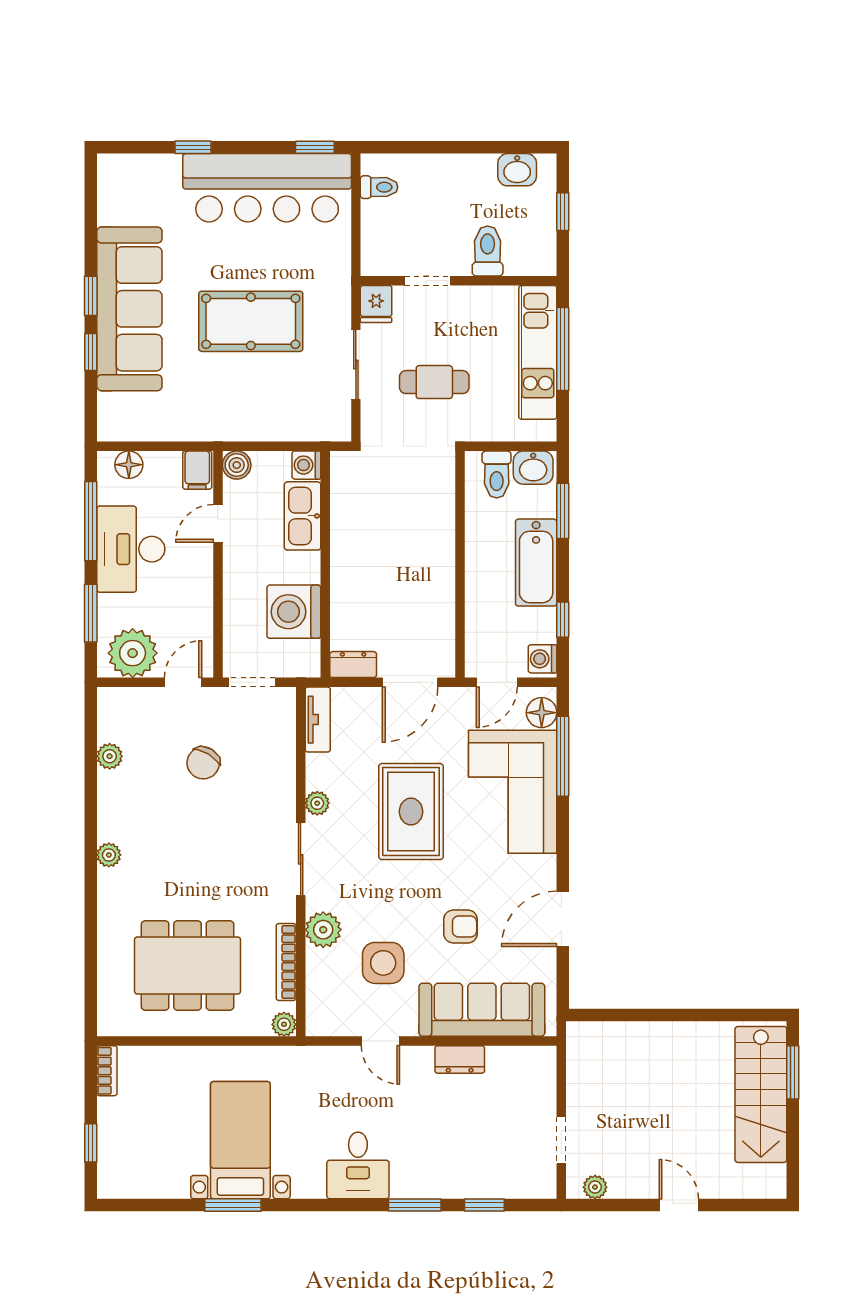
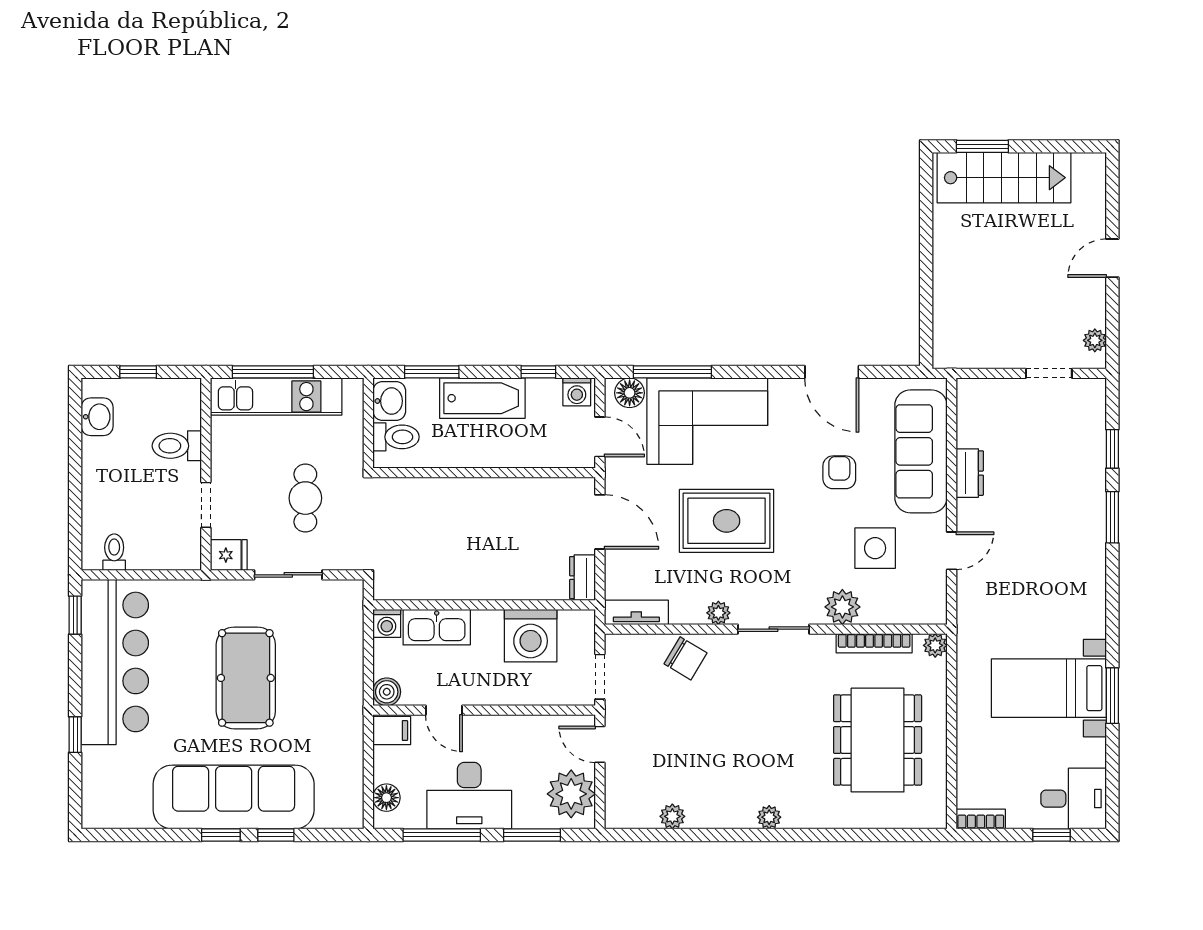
chair: (203, 763) -> (686, 658), moved
desk: (358, 1165) -> (1074, 799), moved

